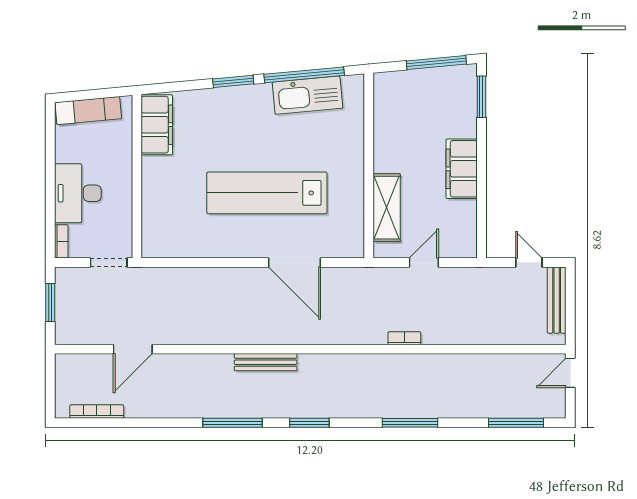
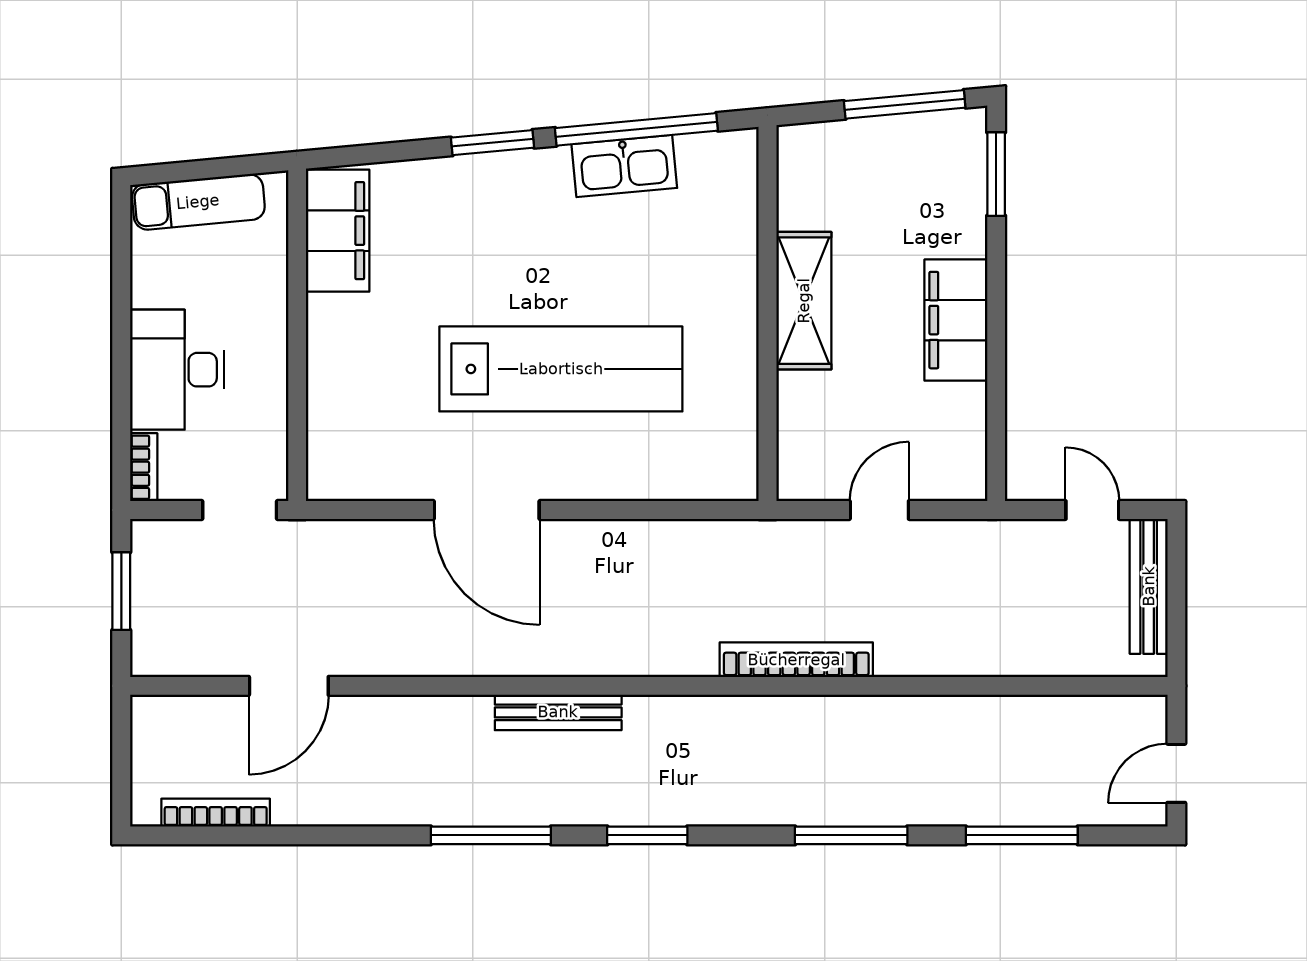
kitchen sink: (308, 95) -> (624, 166), width x0.73, depth x0.81
lab bench: (267, 193) -> (561, 369), turned 180
shelving: (387, 208) -> (804, 301), moved
door: (294, 262) -> (487, 510), moved
bookcase: (404, 338) -> (796, 660), width x2.31, depth x1.31
door: (570, 373) -> (1176, 773), moved
window: (516, 423) -> (1022, 835), moved

